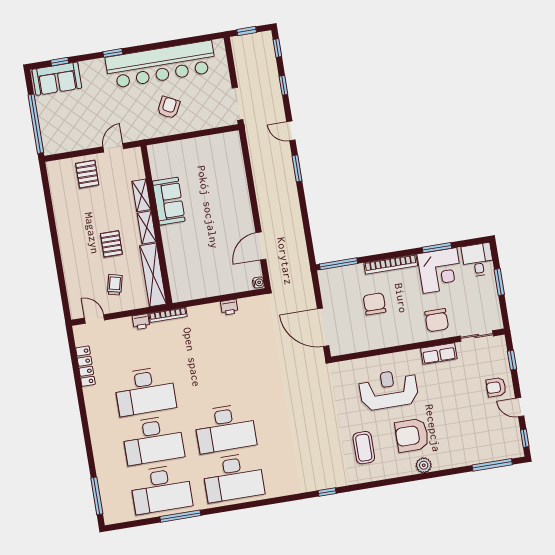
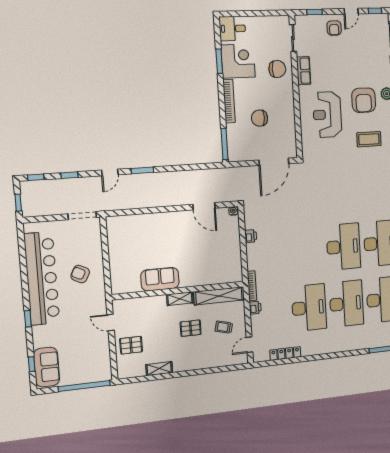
shelving: (141, 195) -> (159, 369), moved
window: (499, 282) -> (252, 13), removed

